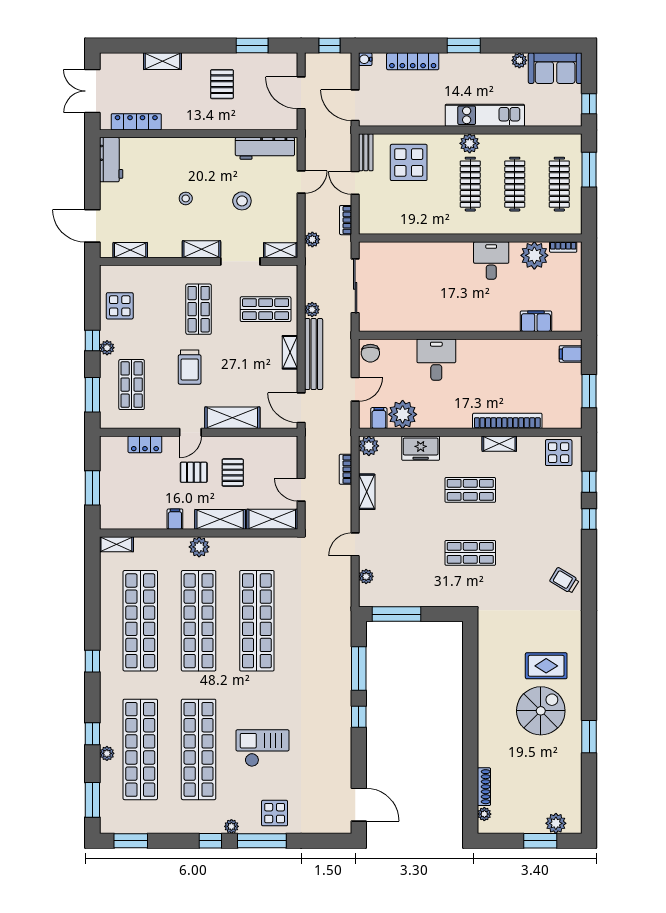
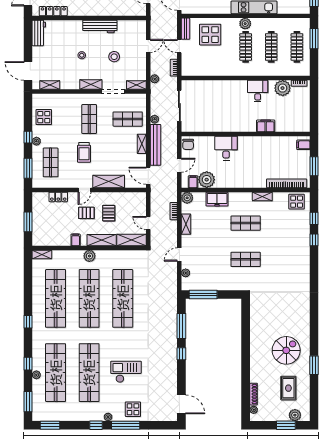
workbench: (265, 148) -> (100, 26), moved
filing cabinet: (536, 321) -> (266, 126), moved
bookcase: (507, 421) -> (287, 183), moved
trolley: (564, 581) -> (300, 275), removed
rug: (546, 666) -> (288, 388), moved, turned 90

